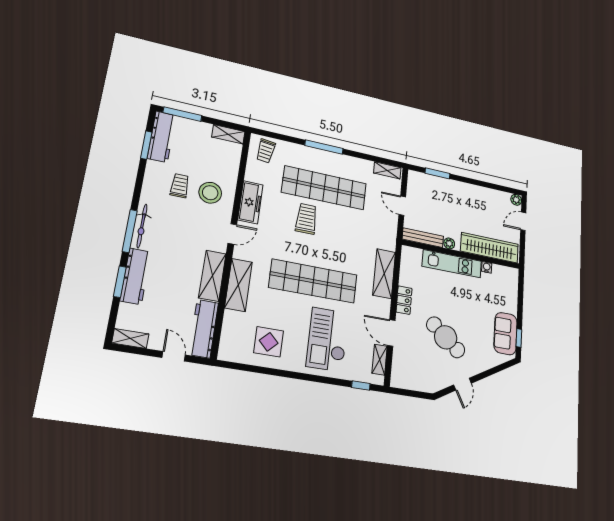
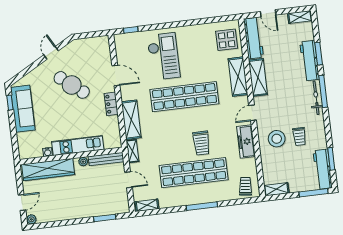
sofa: (505, 334) -> (23, 109), width x1.36
display table: (269, 342) -> (227, 40), moved
shelving: (380, 360) -> (133, 151), moved

